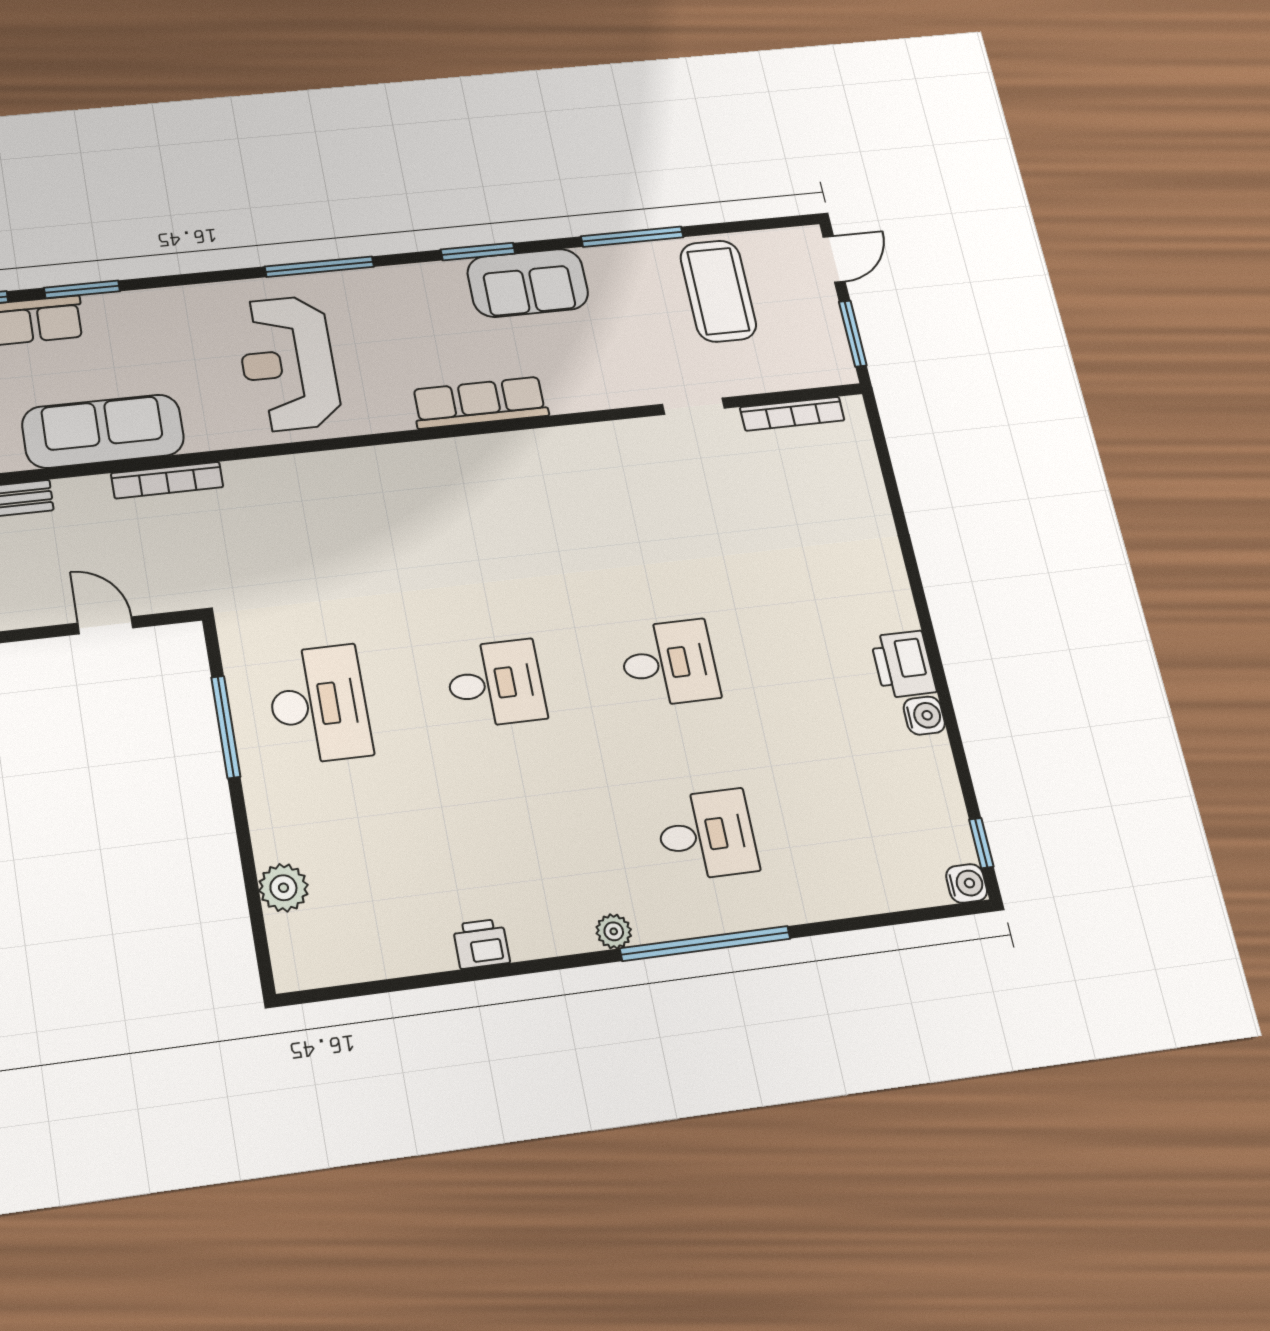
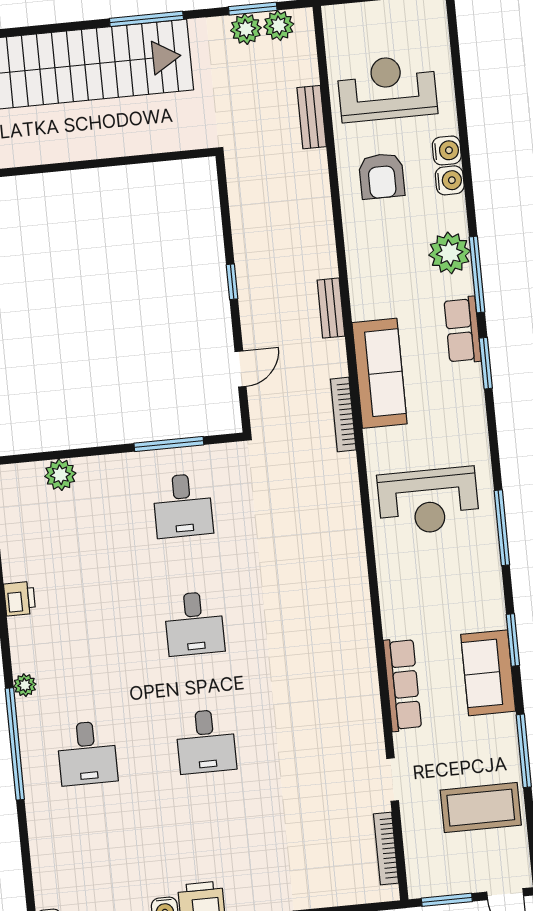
reception desk: (288, 363) -> (428, 501), turned 180
row of seats: (480, 403) -> (402, 685), moved
desk: (319, 704) -> (183, 506), width x0.73

